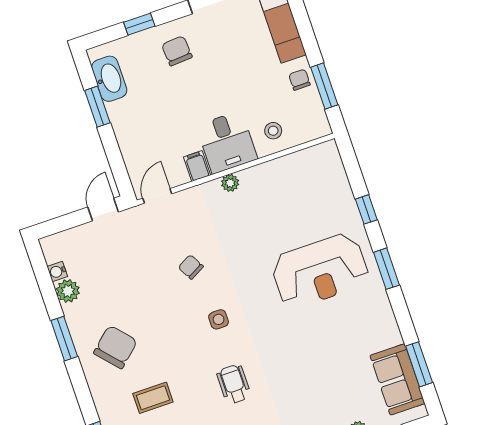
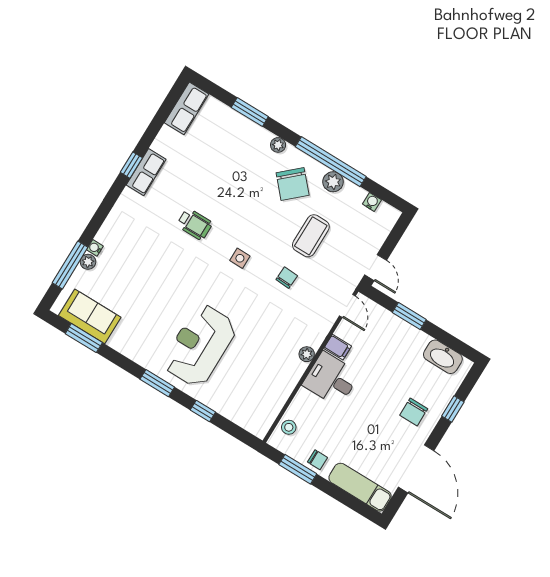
chair: (177, 51) -> (414, 412), turned 94
window: (97, 107) -> (409, 316), moved
stool: (273, 131) -> (289, 427), moved
chair: (191, 267) -> (287, 278), turned -58
plant: (68, 291) -> (333, 182), moved
window: (64, 339) -> (331, 162), width x2.11
plant: (99, 393) -> (278, 145), added
coffee table: (153, 398) -> (311, 236), moved, width x1.36, depth x1.30

